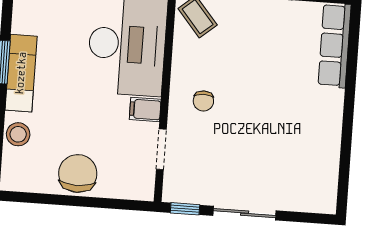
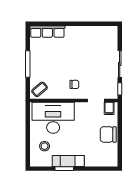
filing cabinet: (145, 109) -> (109, 108), moved
stool: (18, 134) -> (45, 146), moved

